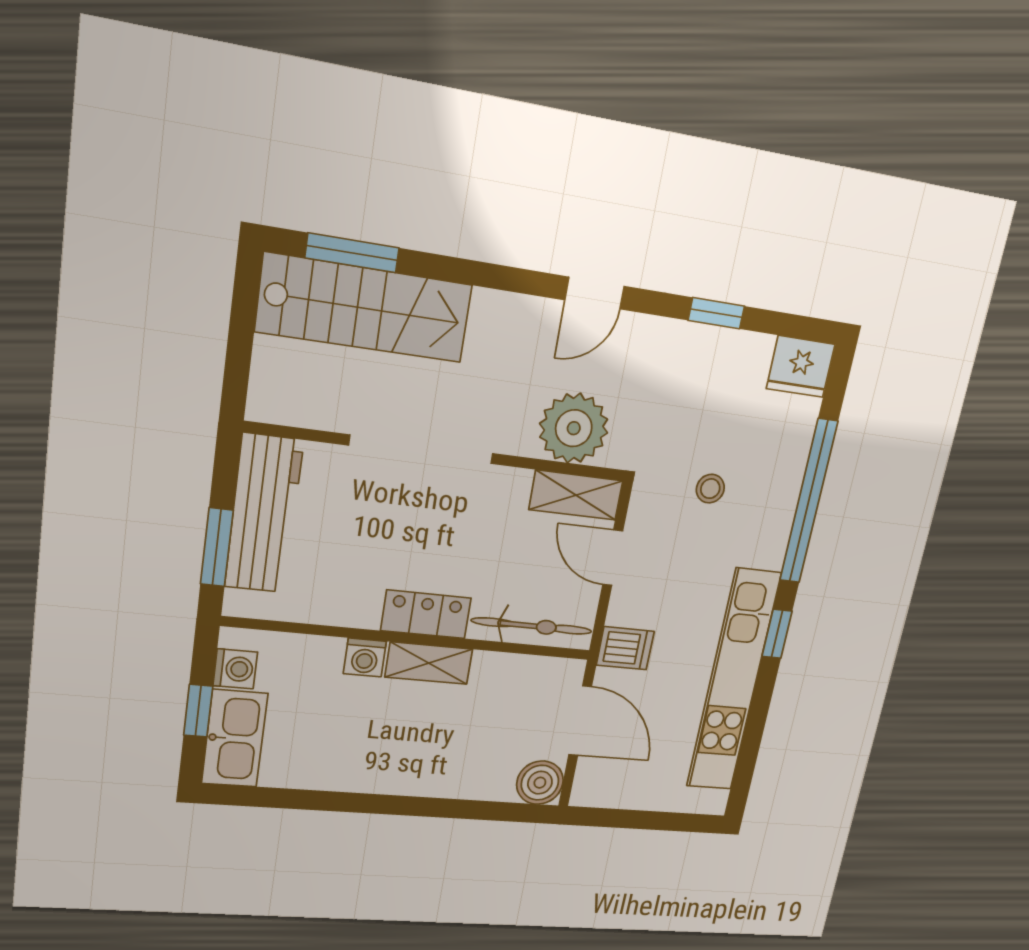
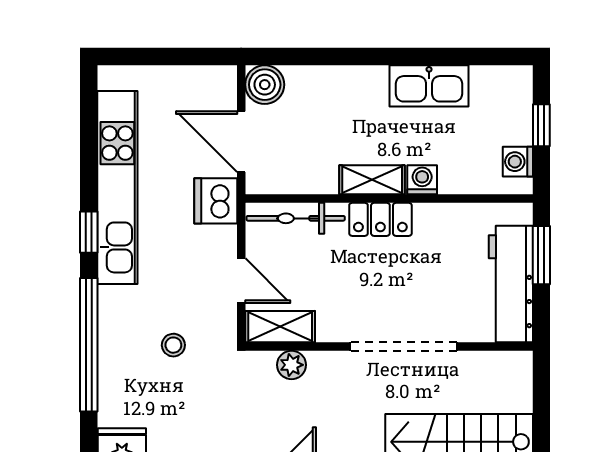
plant: (574, 428) -> (292, 365), width x0.53, depth x0.53
dishwasher: (625, 648) -> (216, 201), width x1.38
kitchen sink: (235, 739) -> (429, 86), moved, turned -90

